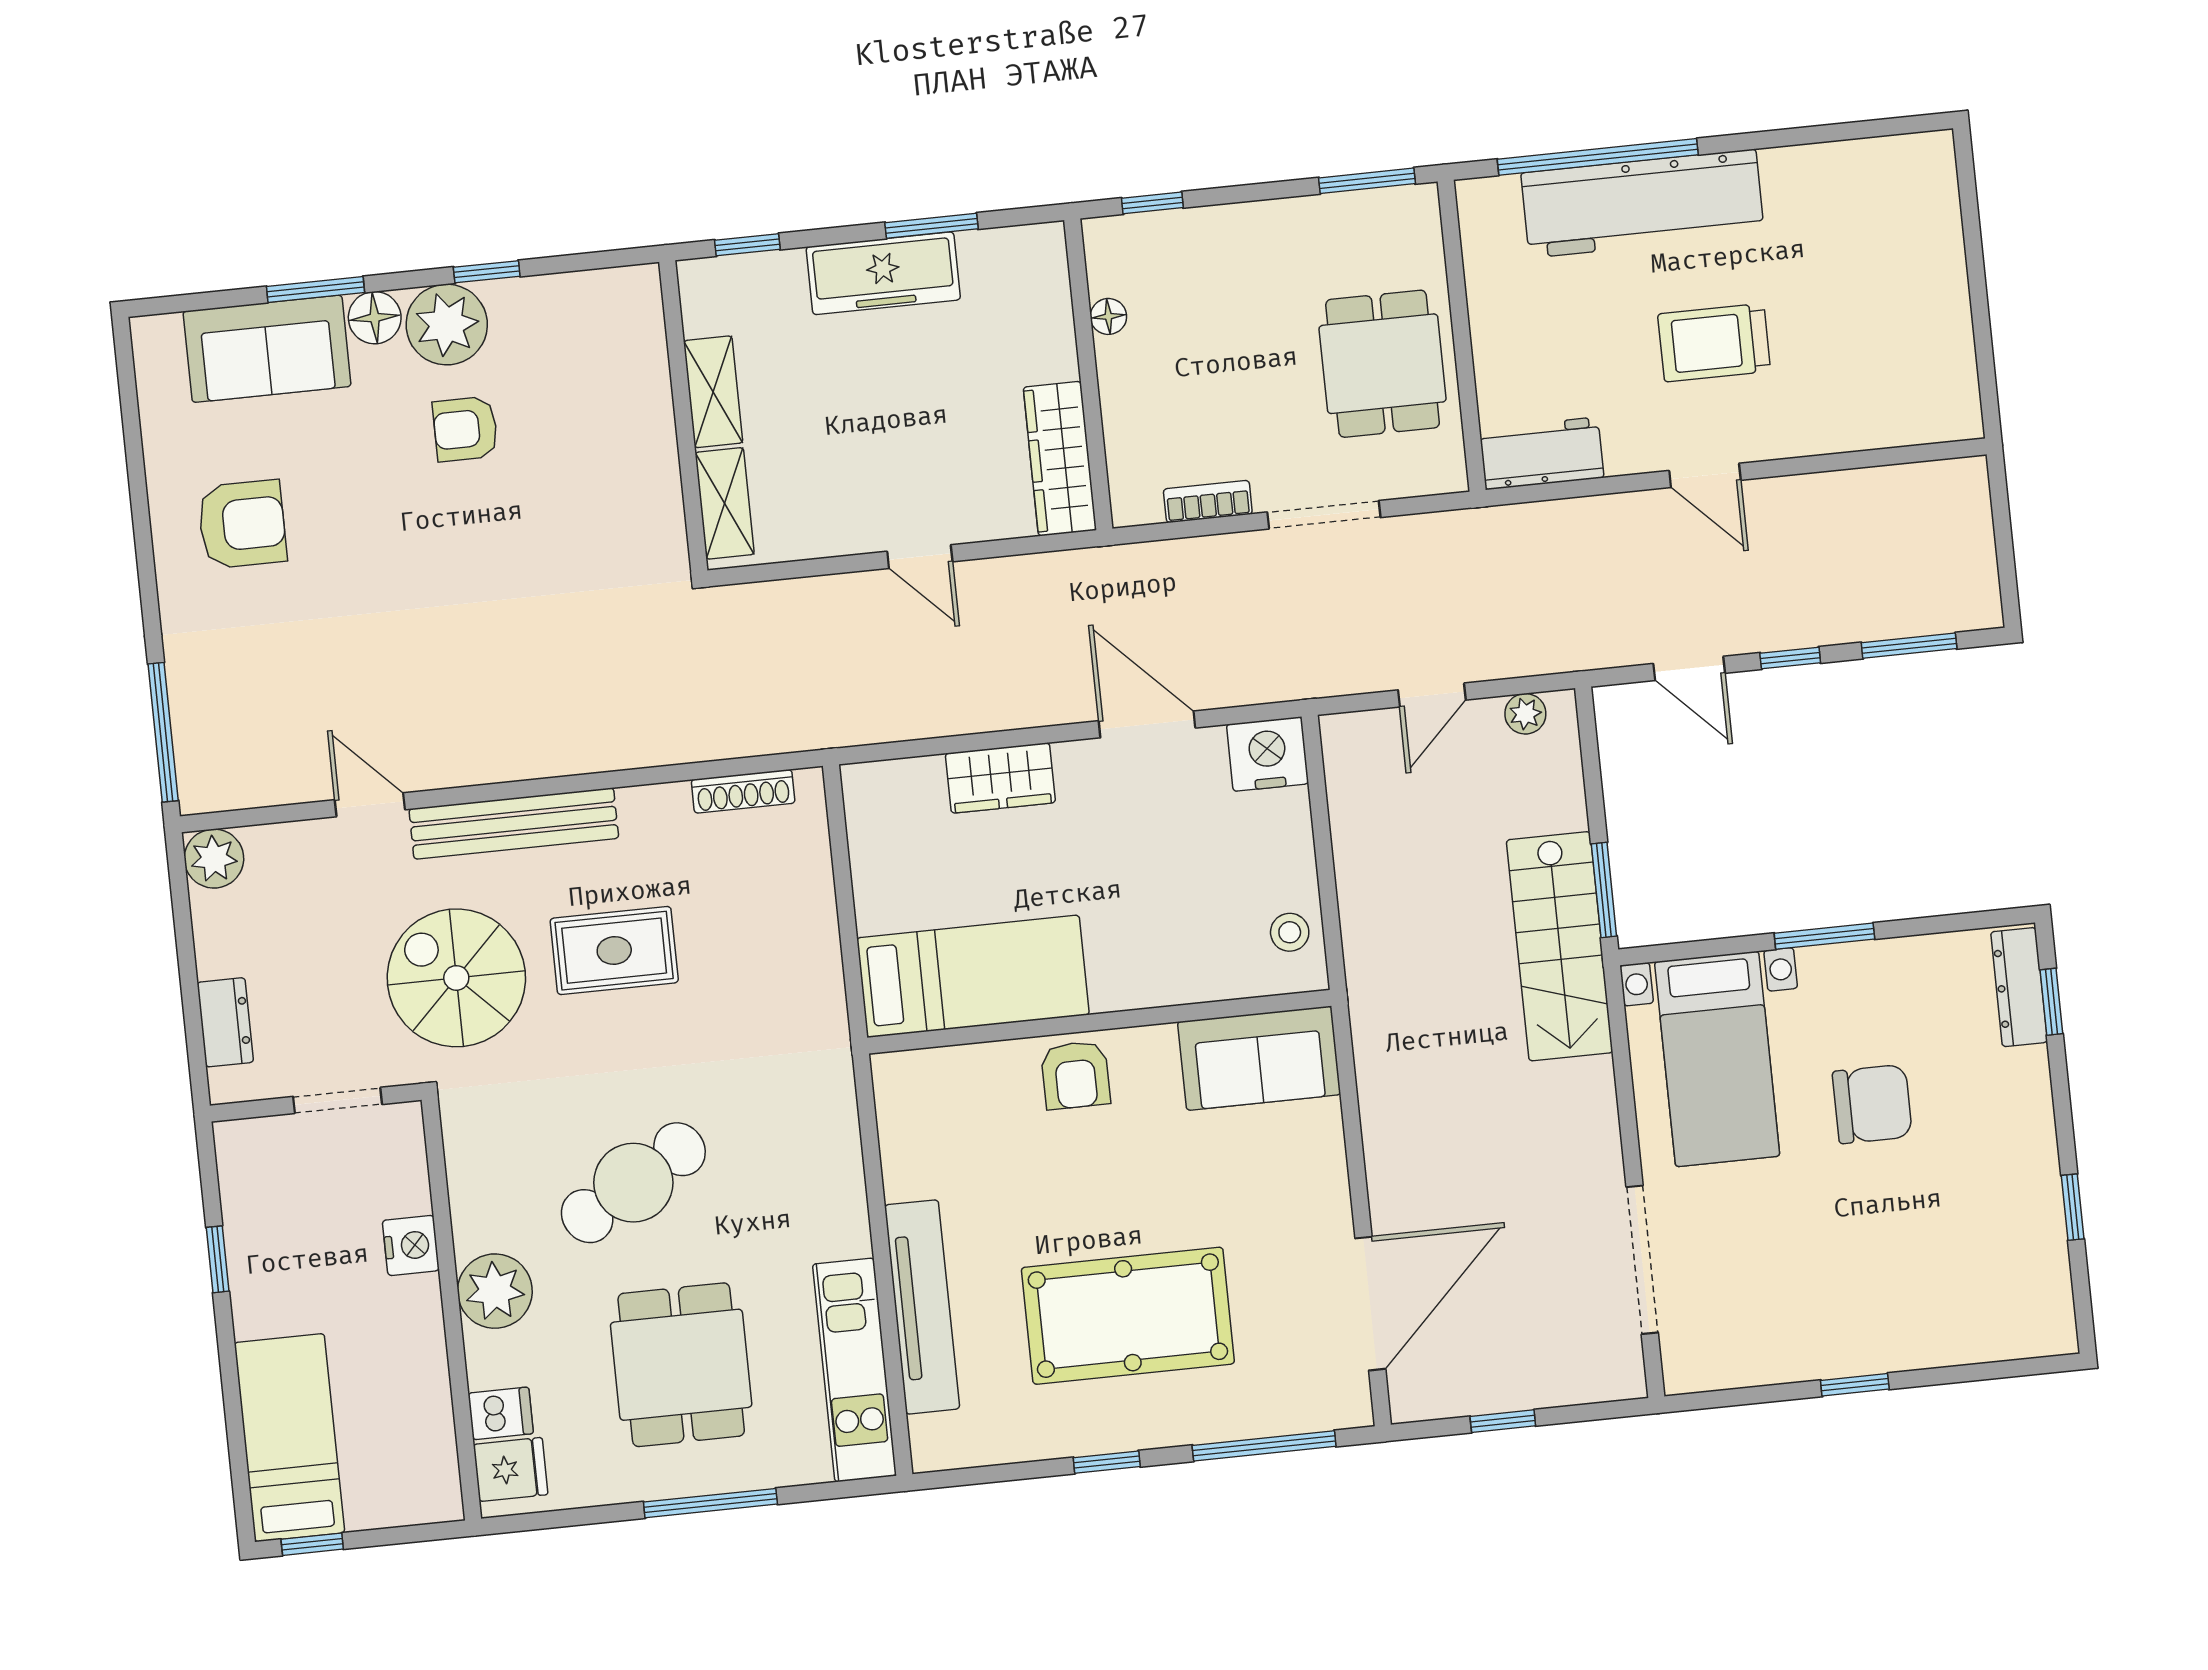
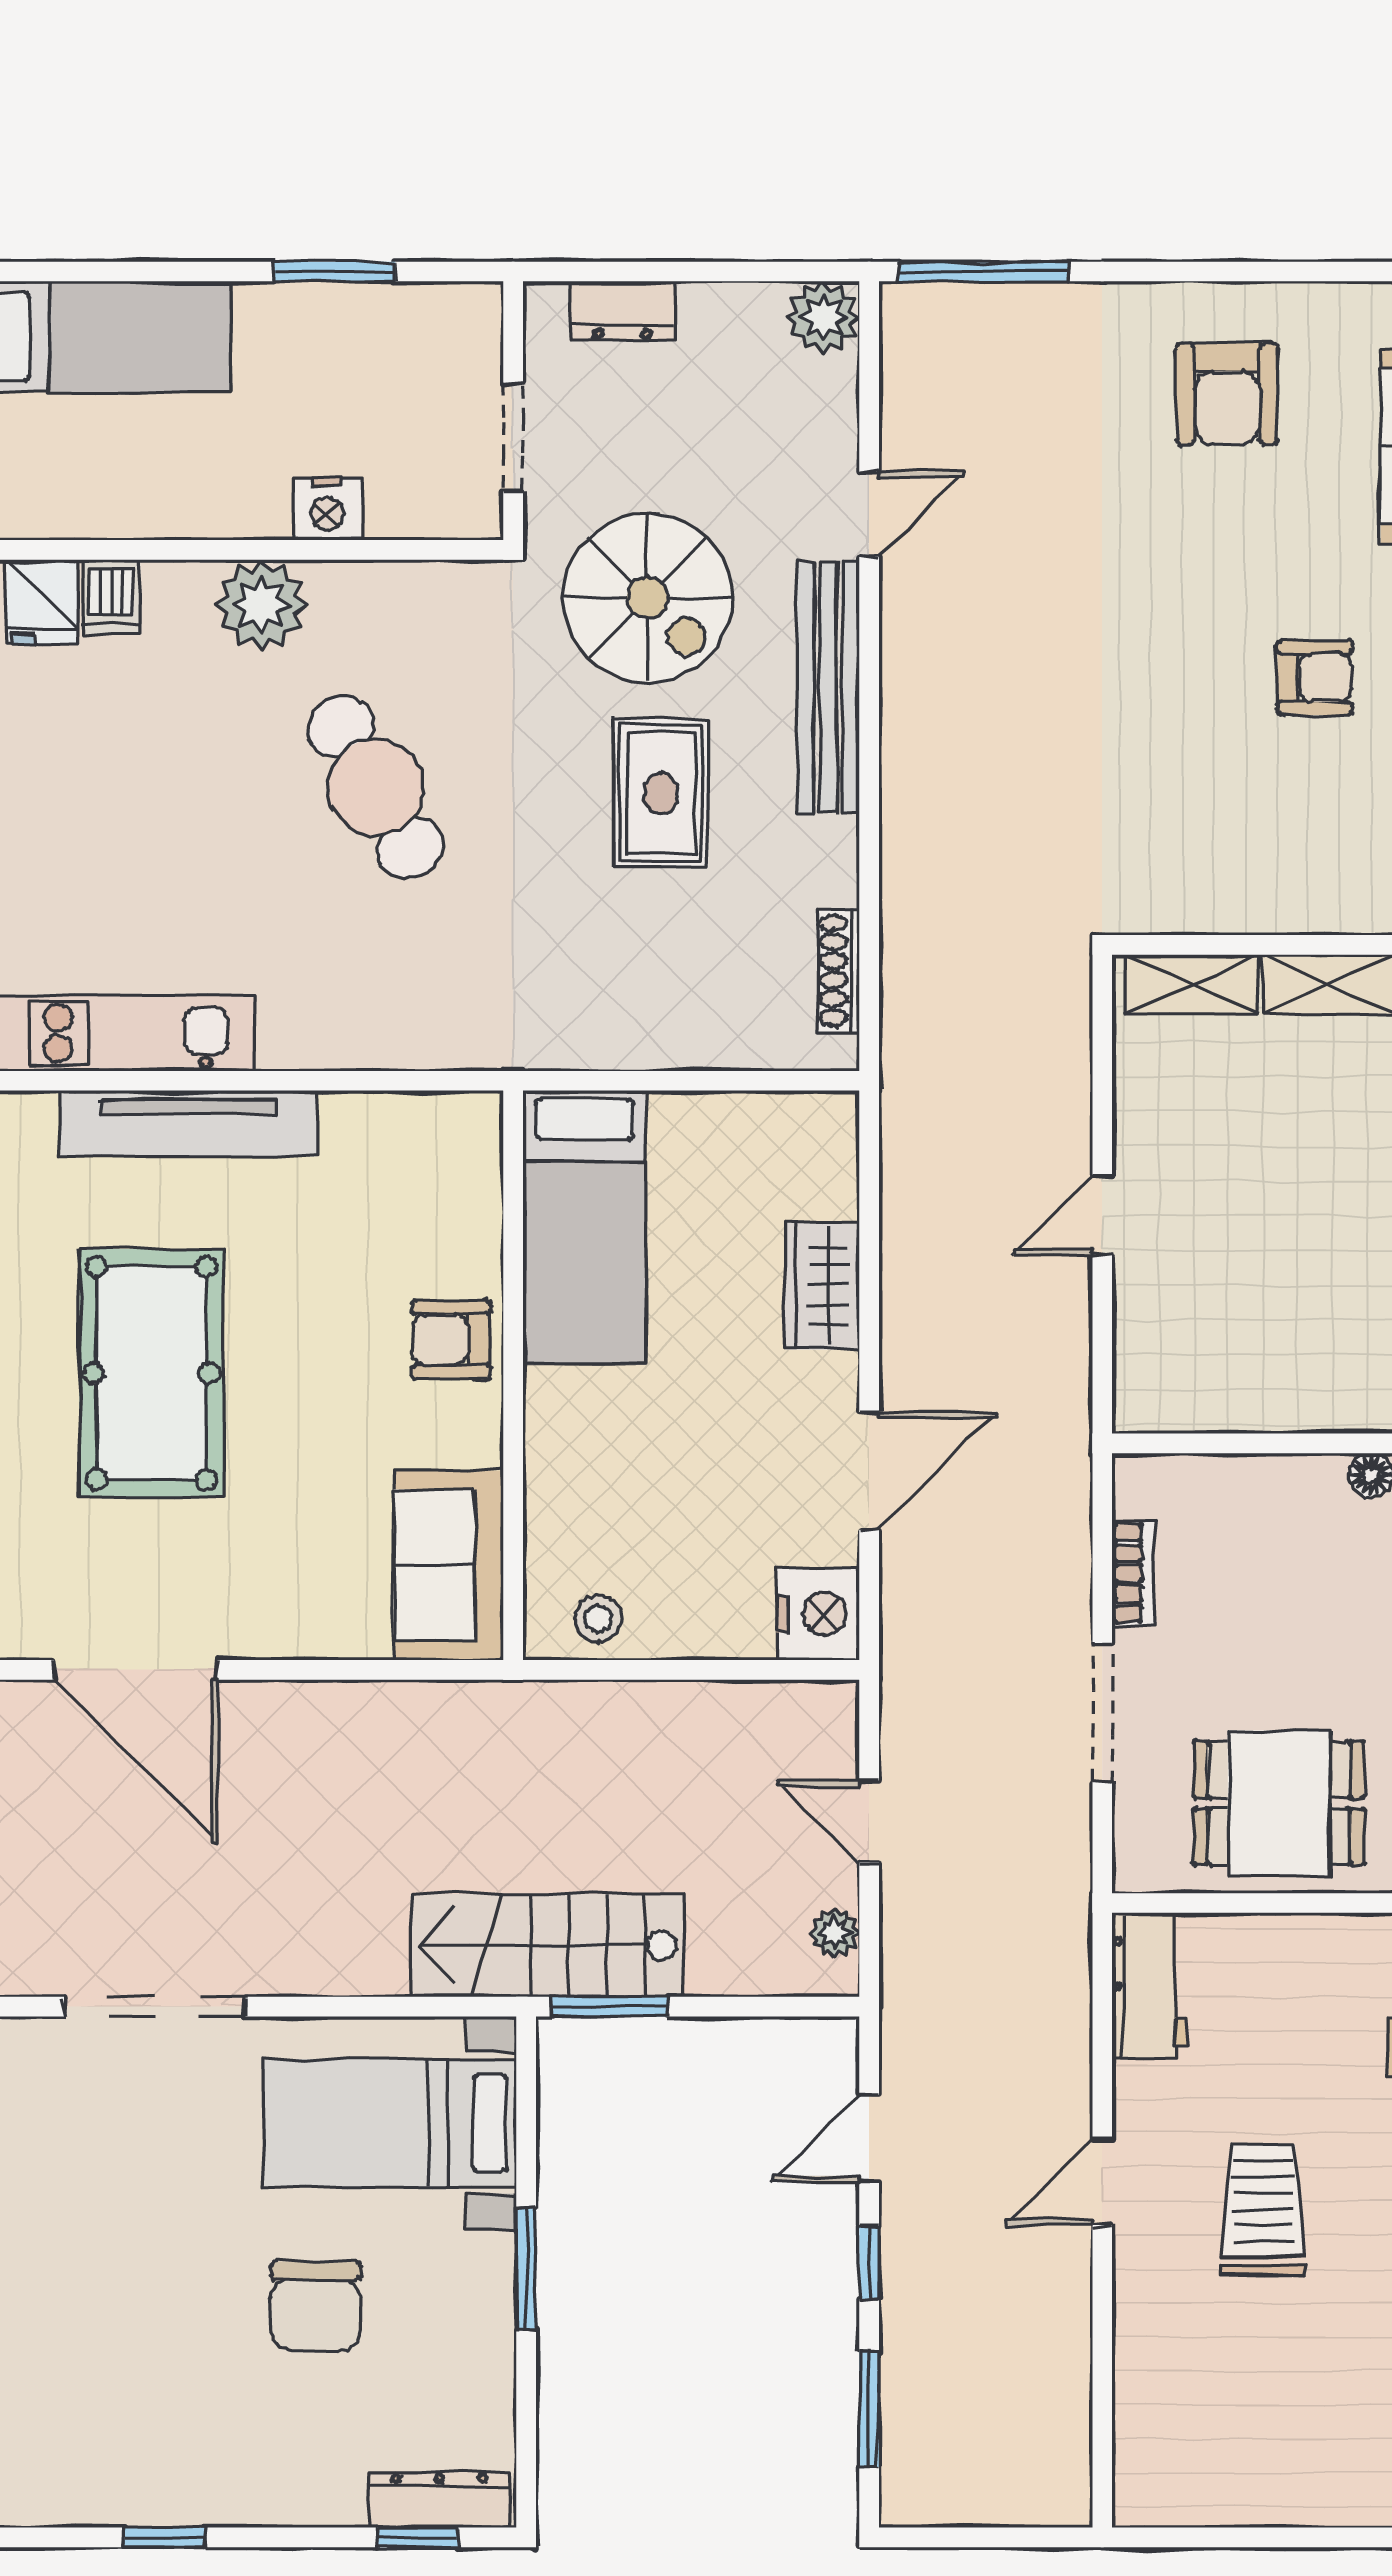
armchair: (465, 429) -> (1315, 678), turned 90
wardrobe: (1060, 459) -> (1204, 1398), removed
spiral stairs: (456, 978) -> (647, 598), turned 90
window: (218, 1259) -> (335, 271), width x1.50
dining table: (681, 1365) -> (148, 823), removed

